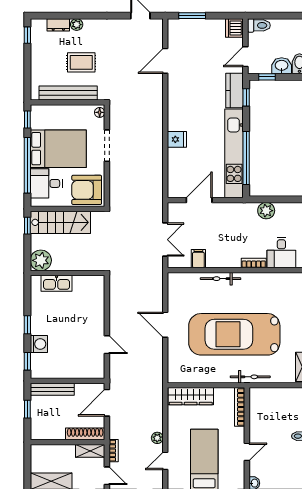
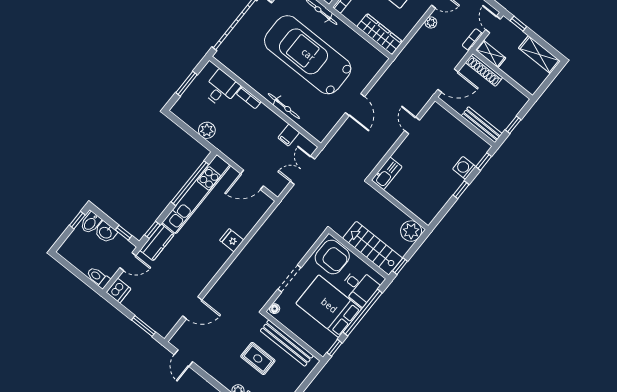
kitchen sink: (57, 283) -> (387, 173), moved, turned 90
car: (234, 334) -> (308, 55), turned 180

